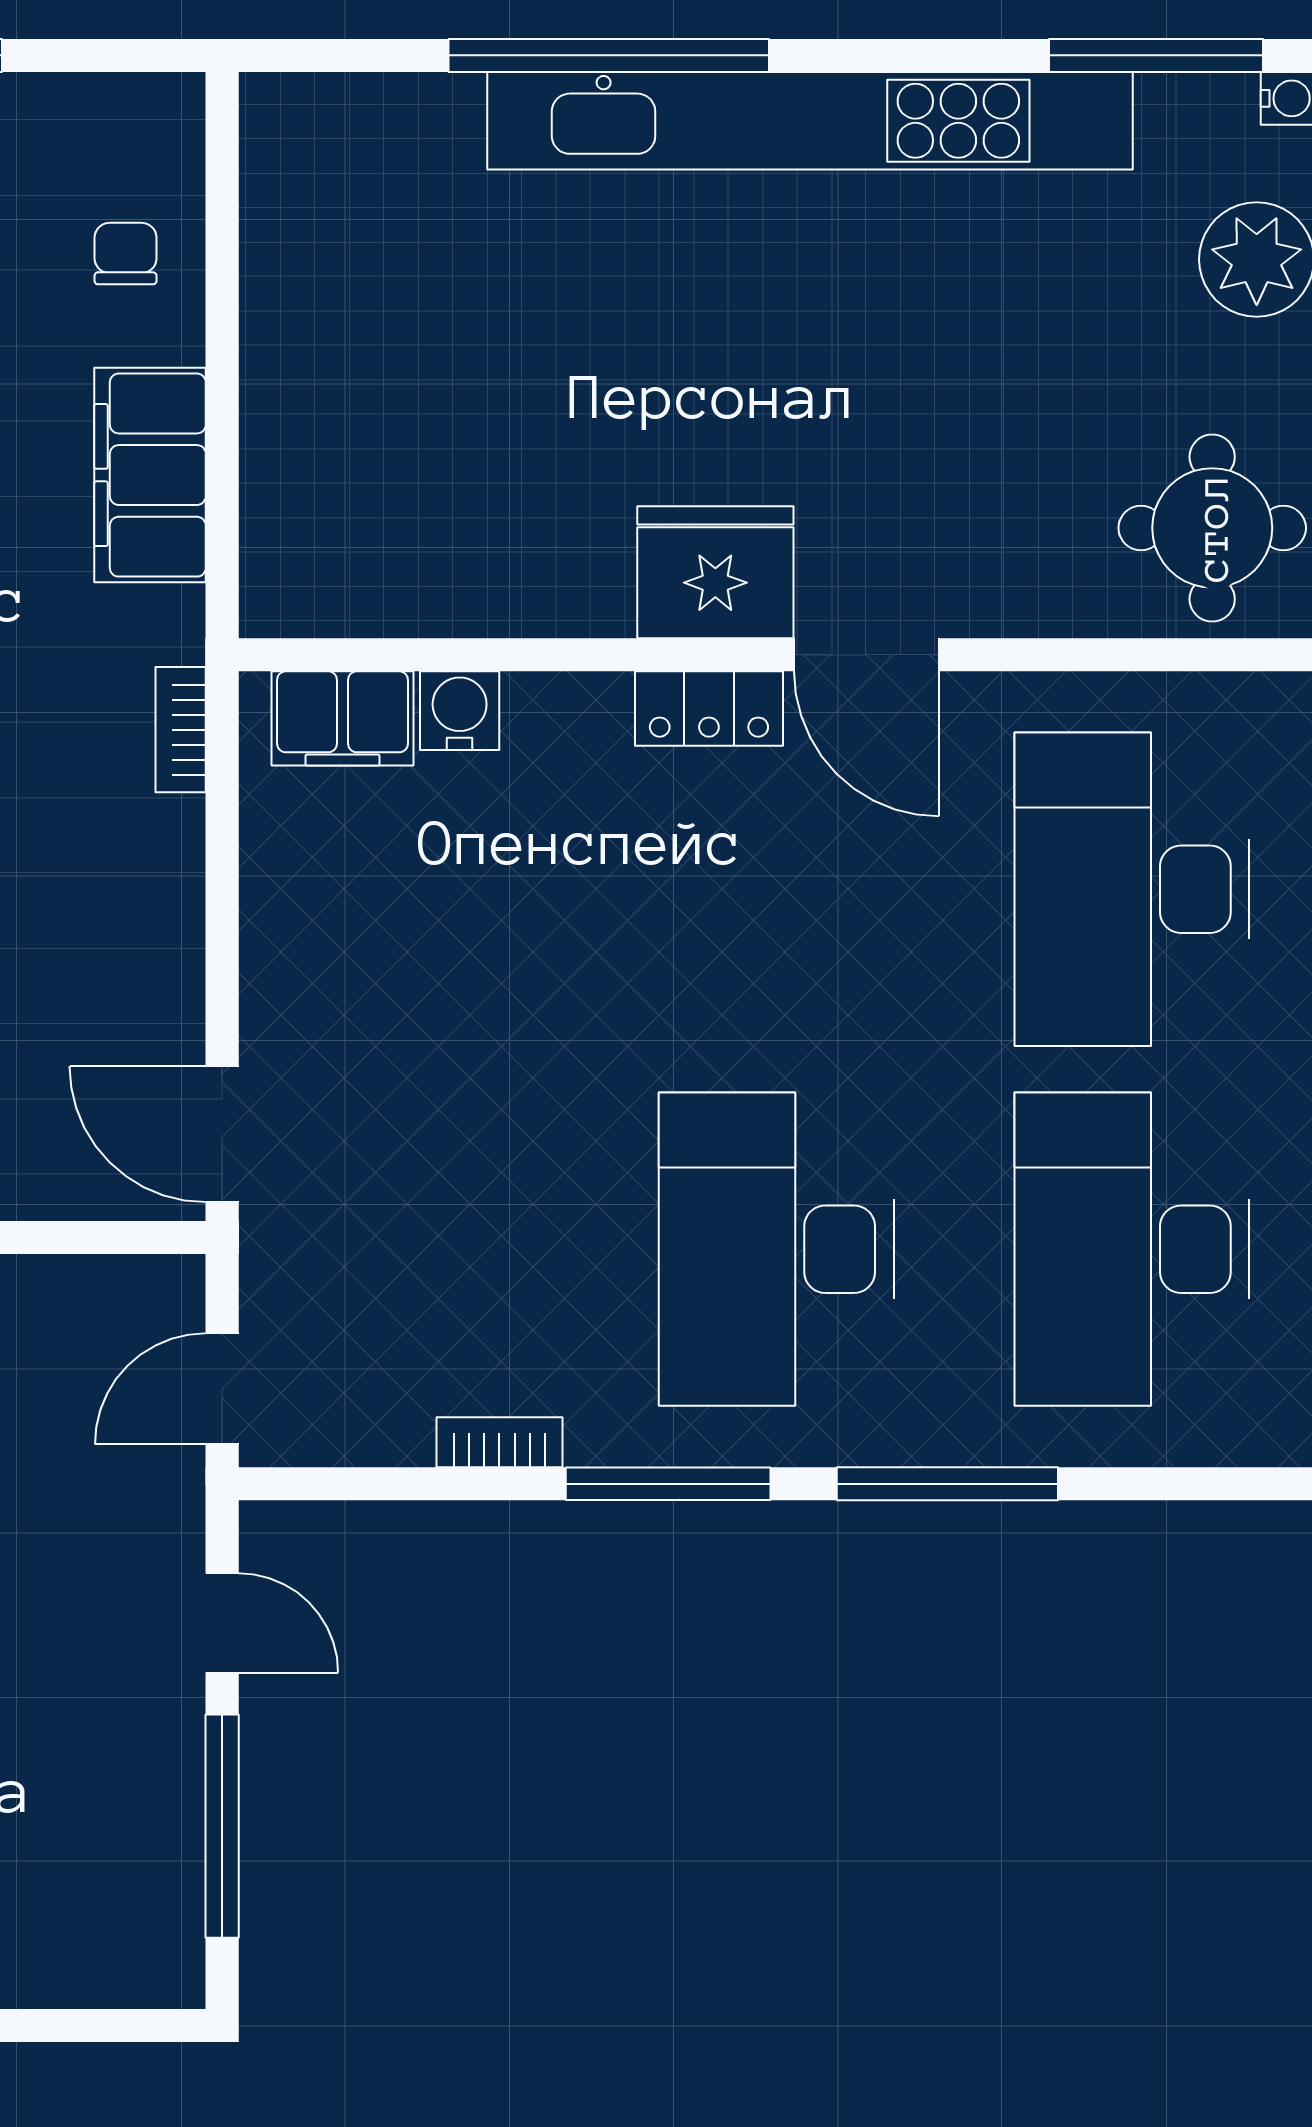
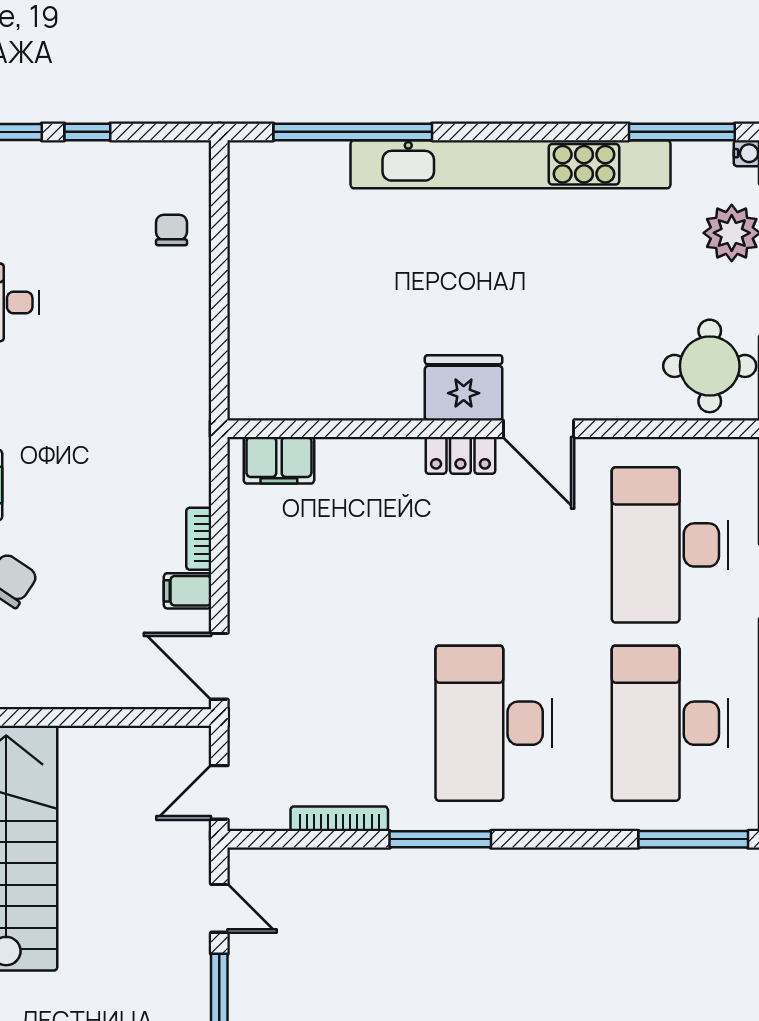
window: (609, 55) -> (353, 132), moved
filing cabinet: (150, 475) -> (188, 591), moved, width x0.33, depth x0.86
water cooler: (460, 711) -> (337, 456), removed
bookcase: (181, 730) -> (199, 539), moved
bookcase: (499, 1442) -> (339, 819), width x1.56
window: (947, 1484) -> (693, 839), moved

